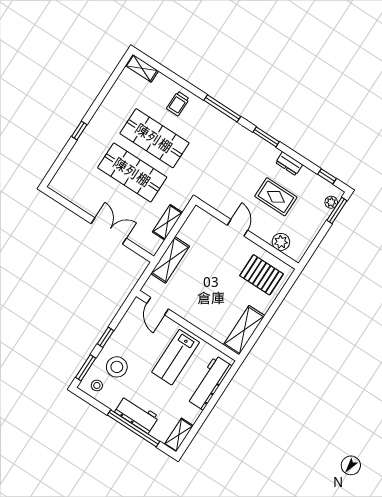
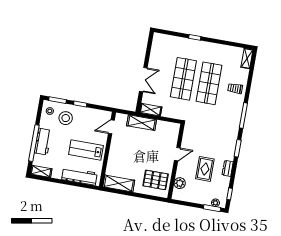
shelving: (168, 222) -> (151, 110), moved
pallet: (262, 275) -> (156, 180), turned 90

